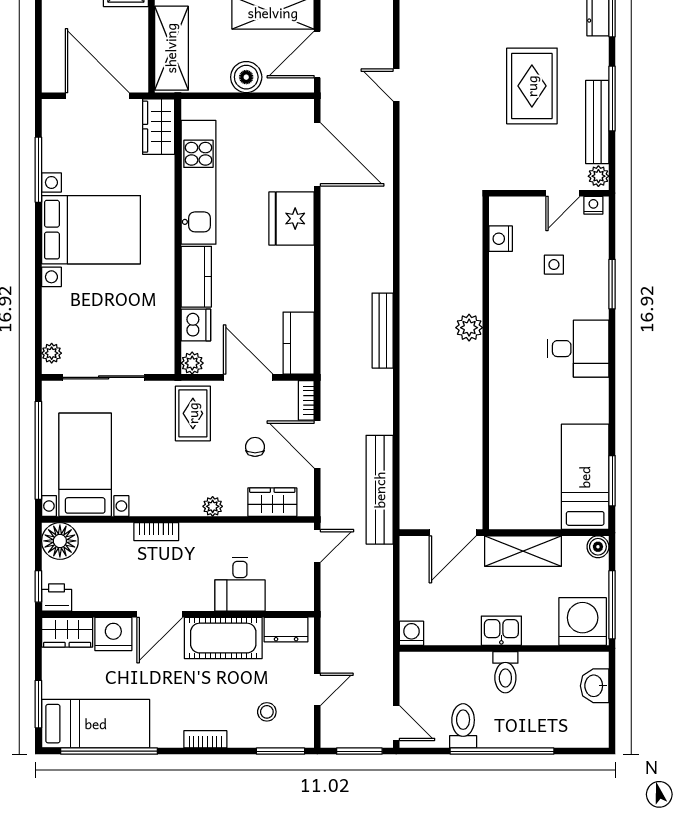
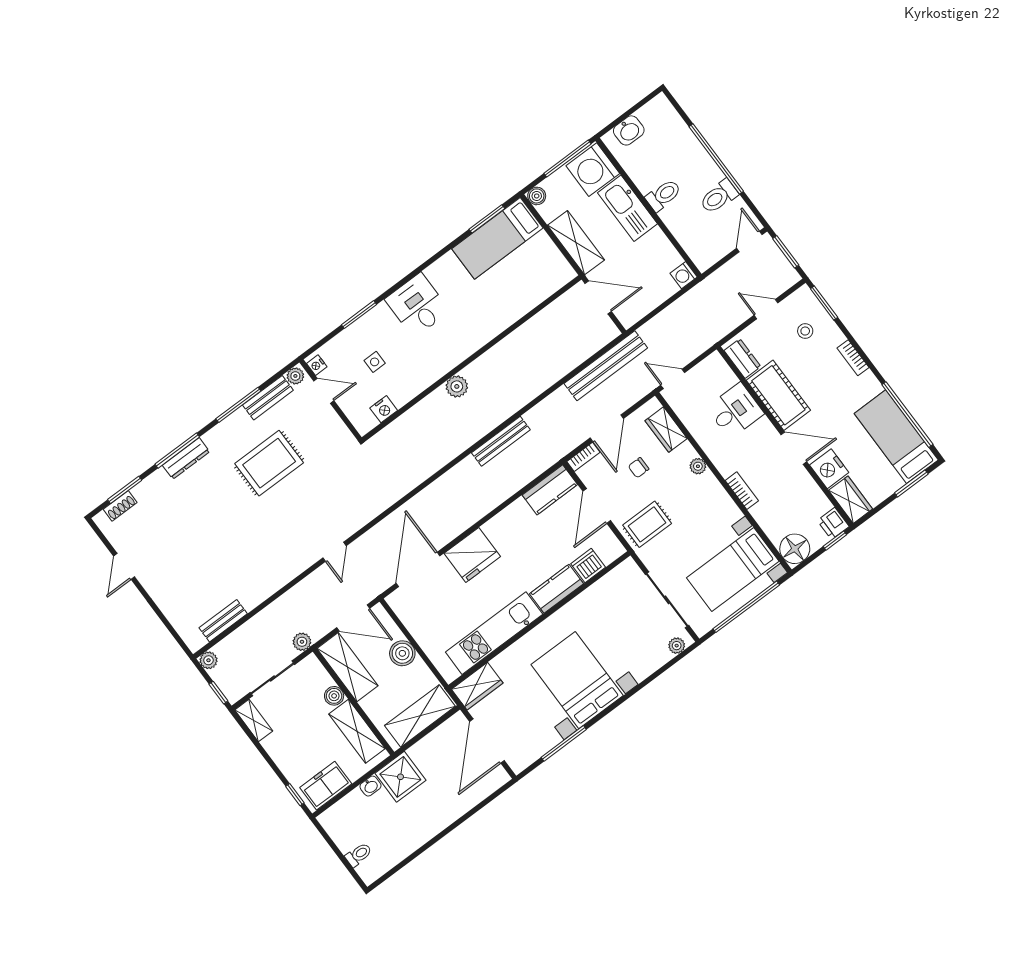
bench: (597, 122) -> (268, 398), width x0.73
plant: (192, 363) -> (615, 549), removed
kitchen sink: (501, 631) -> (627, 208), width x1.88, depth x1.24

